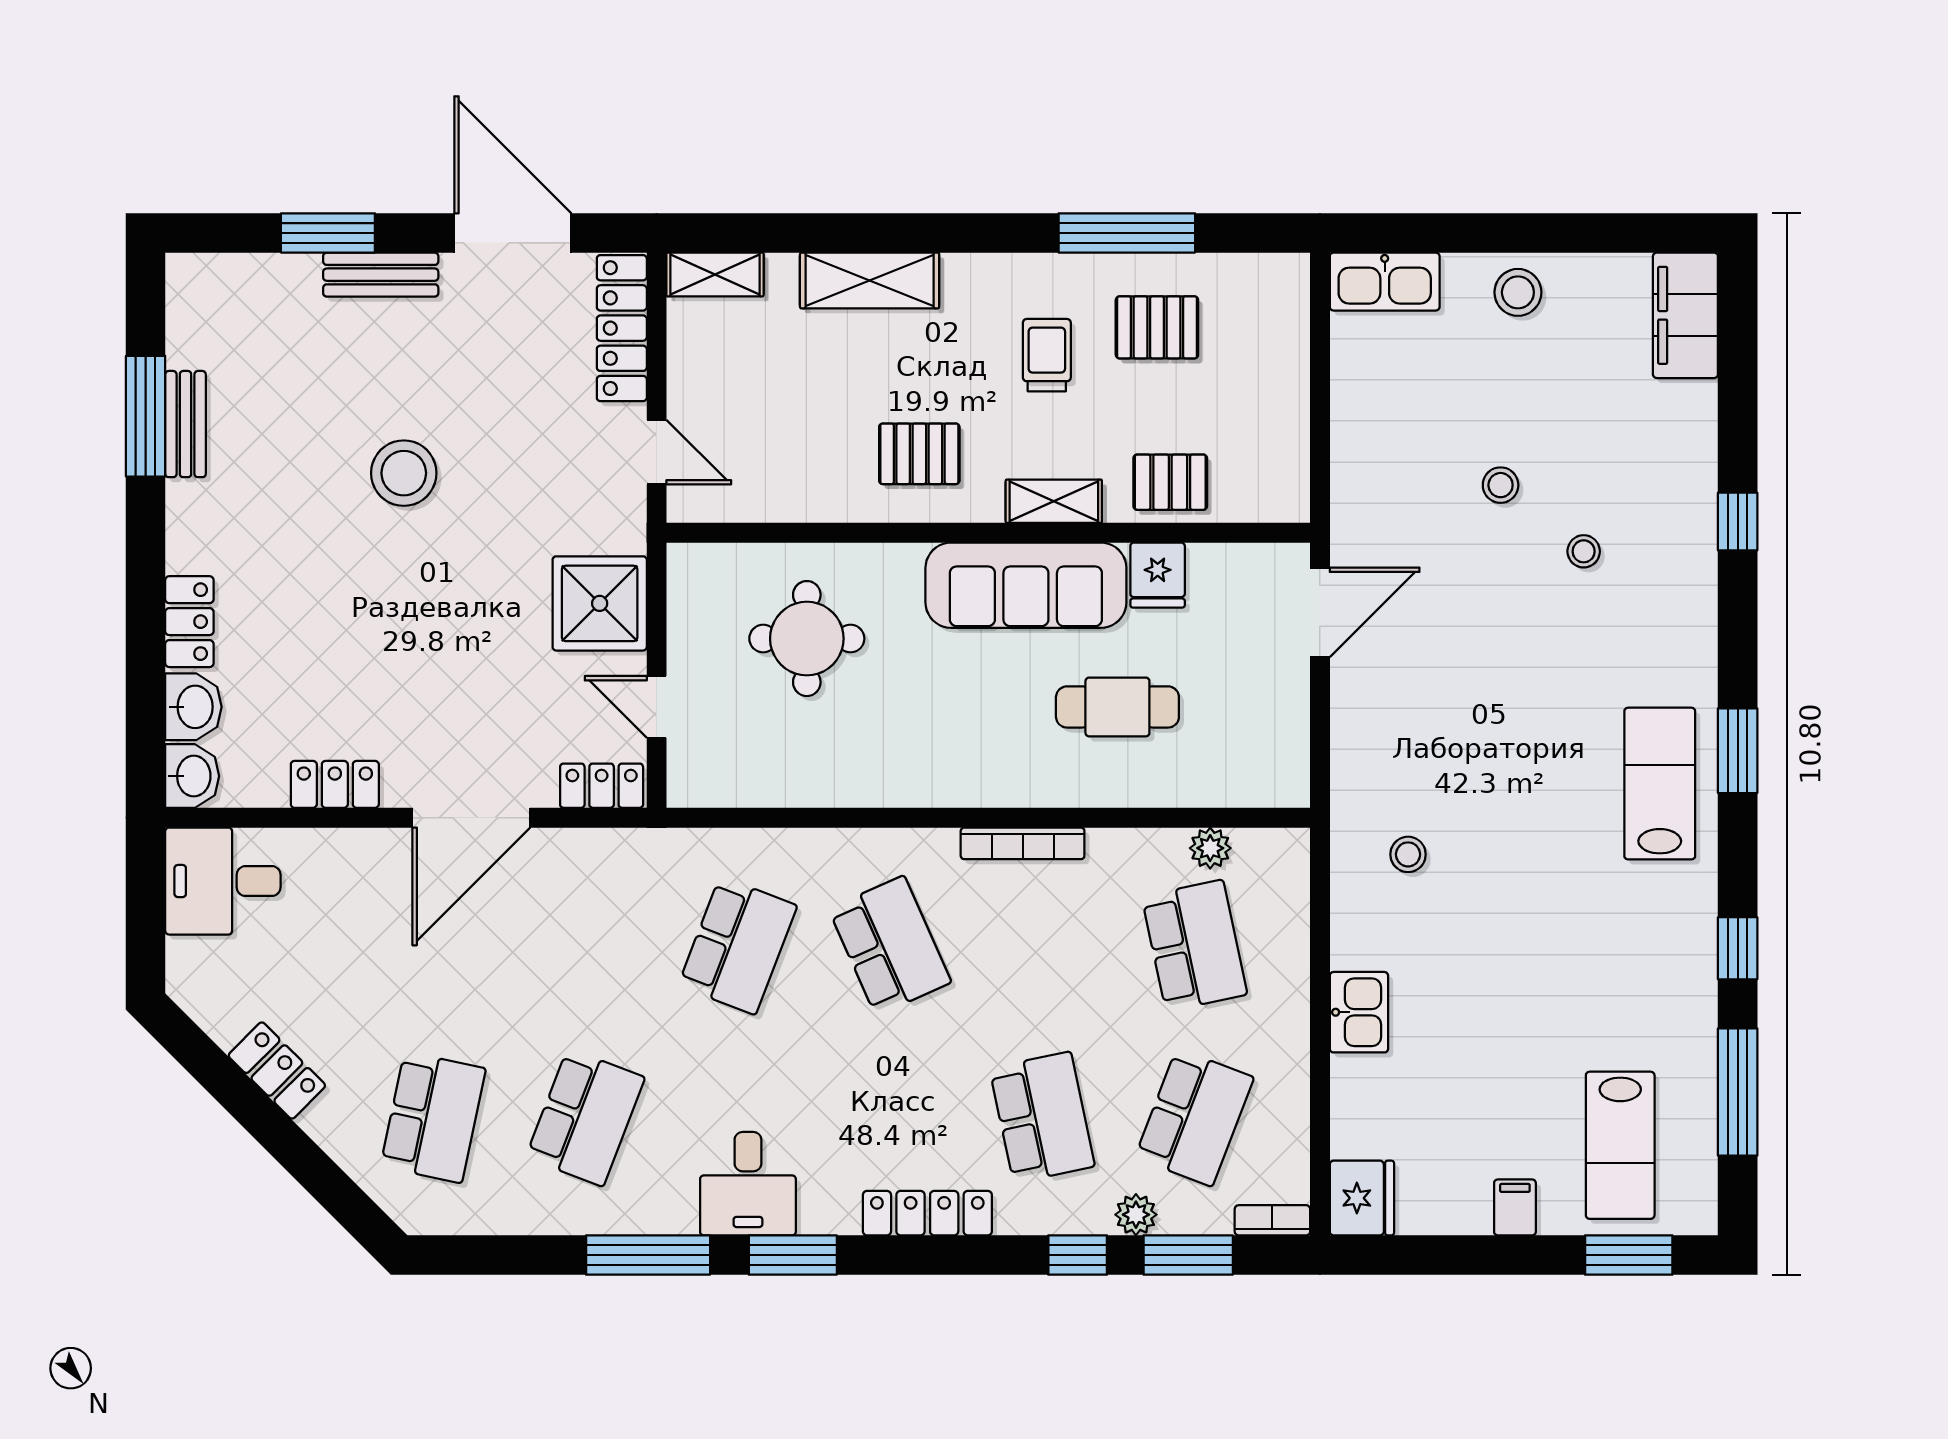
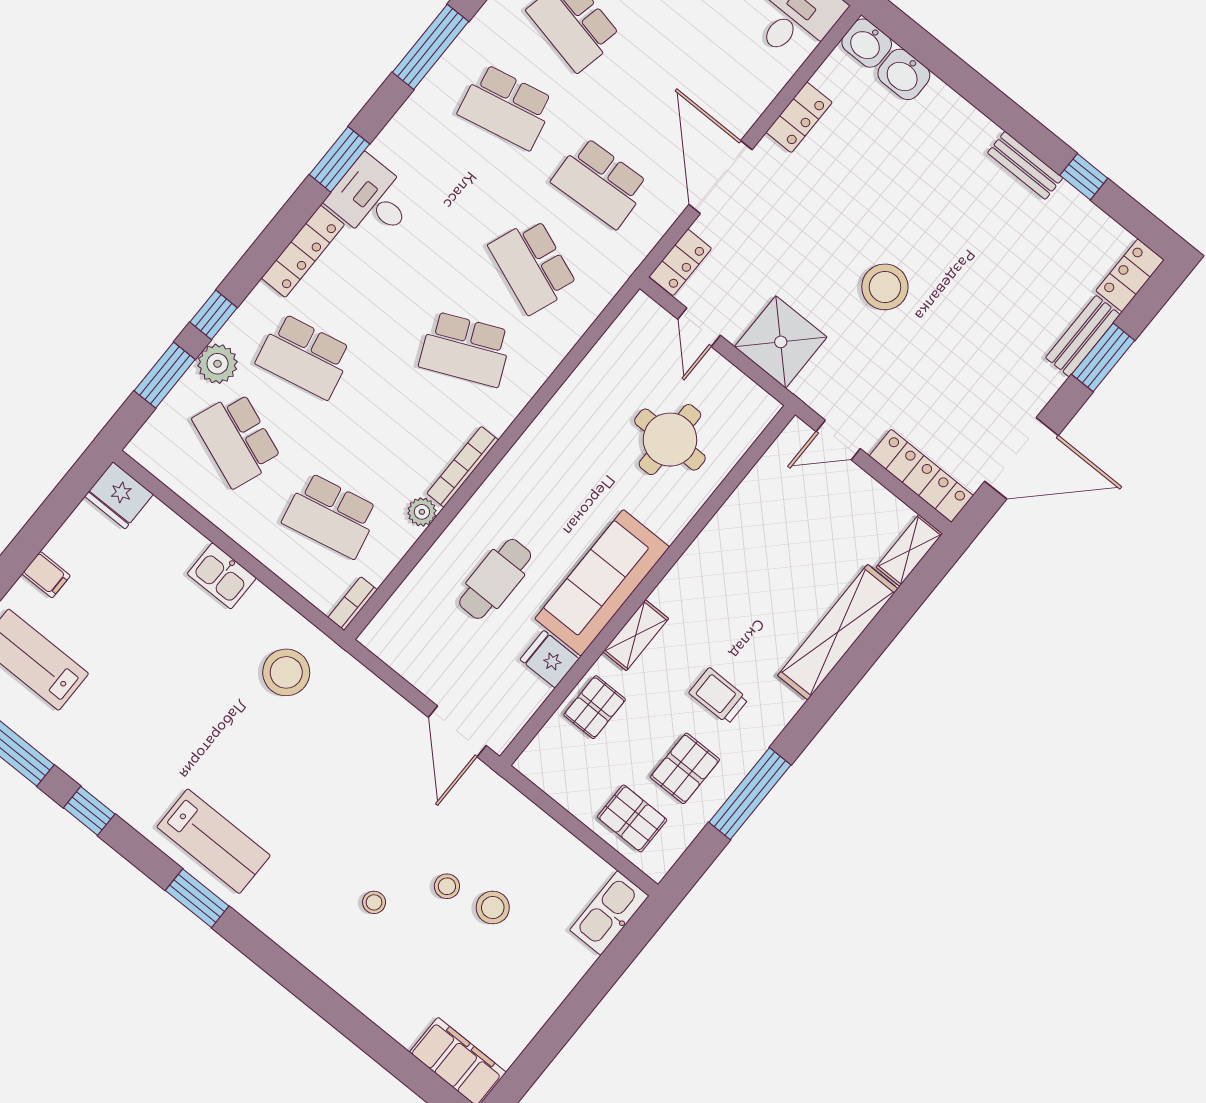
bench: (381, 275) -> (1083, 336), moved
shelving: (870, 280) -> (838, 632), width x1.47
stool: (1518, 292) -> (493, 908), moved
trolley: (1047, 355) -> (719, 696), turned 180
window: (146, 416) -> (1084, 177), width x0.46
bench: (185, 424) -> (1025, 165), moved
pallet: (919, 454) -> (632, 818), moved, turned 90
stool: (404, 473) -> (885, 287), moved
window: (1738, 522) -> (322, 1000), removed
locker: (189, 622) -> (1130, 275), moved, turned 90
door: (657, 707) -> (699, 327), swing flipped
plant: (1210, 848) -> (422, 512), moved
stool: (1408, 854) -> (286, 672), width x1.89, depth x1.89
school desk: (585, 946) -> (600, 183), added
school desk: (585, 1117) -> (506, 107), turned -33
desk: (748, 1184) -> (372, 199), moved
plant: (1136, 1215) -> (217, 364), width x1.38, depth x1.38
bookcase: (1272, 1220) -> (353, 604), moved, turned 180
window: (648, 1255) -> (431, 47), moved

